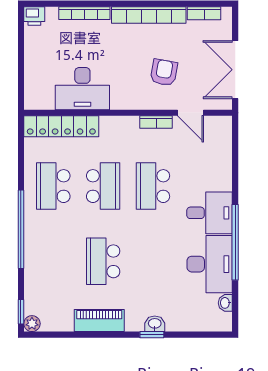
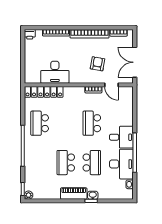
school desk: (103, 186) -> (92, 163), moved
piano: (99, 321) -> (74, 194), moved

